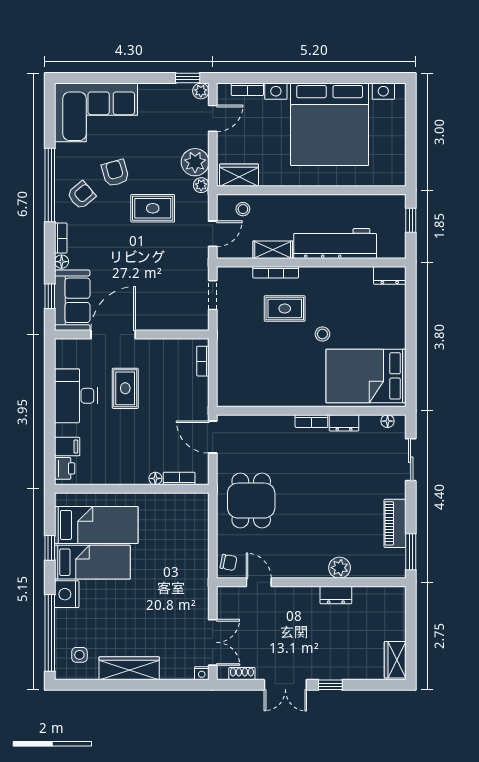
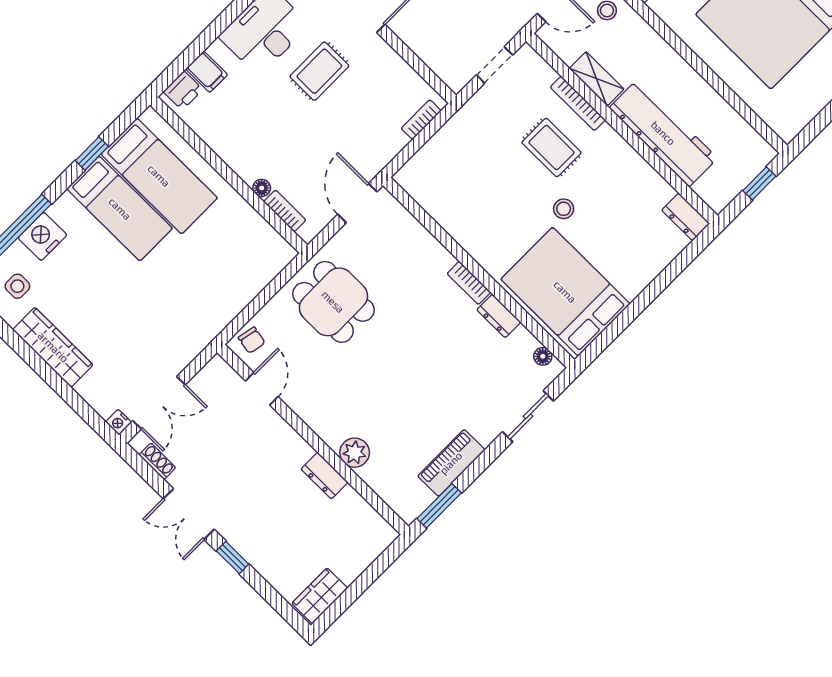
dining table: (251, 501) -> (333, 302), turned 90
nightstand: (67, 594) -> (42, 236), moved

